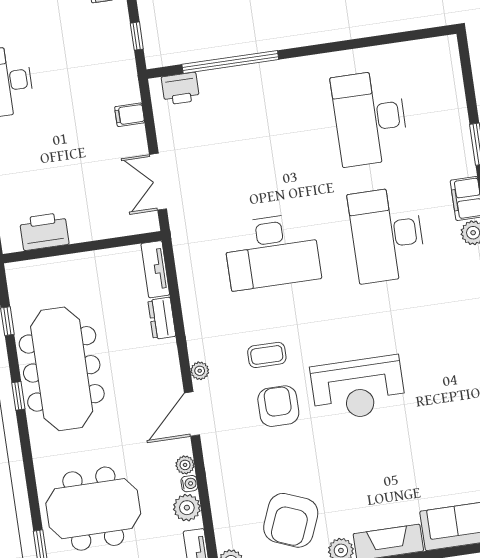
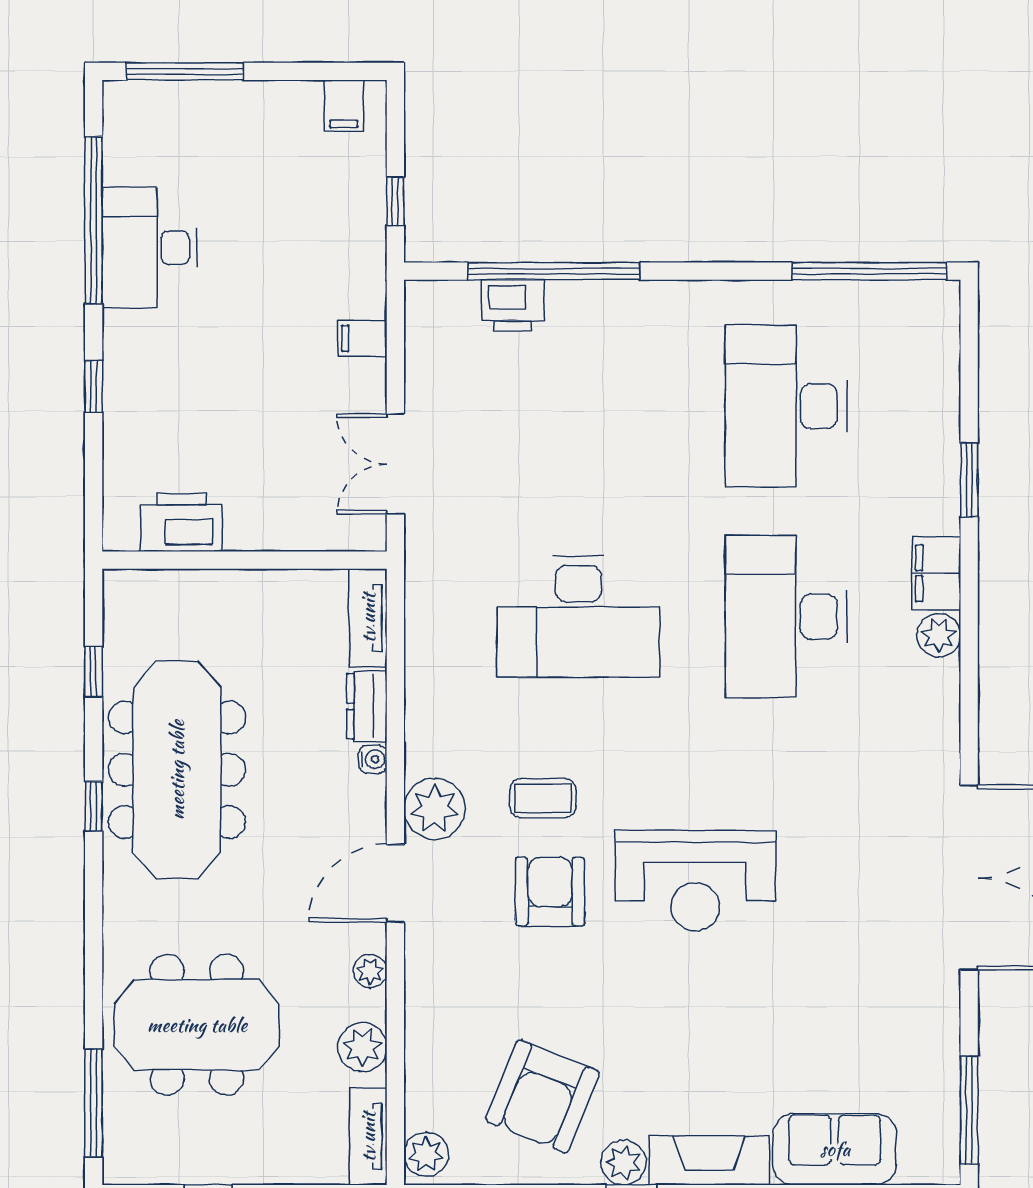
window: (405, 36) -> (870, 271), added
printer: (180, 89) -> (513, 305), moved
plant: (200, 371) -> (434, 809), width x1.87, depth x1.87
water cooler: (189, 484) -> (373, 759), moved

